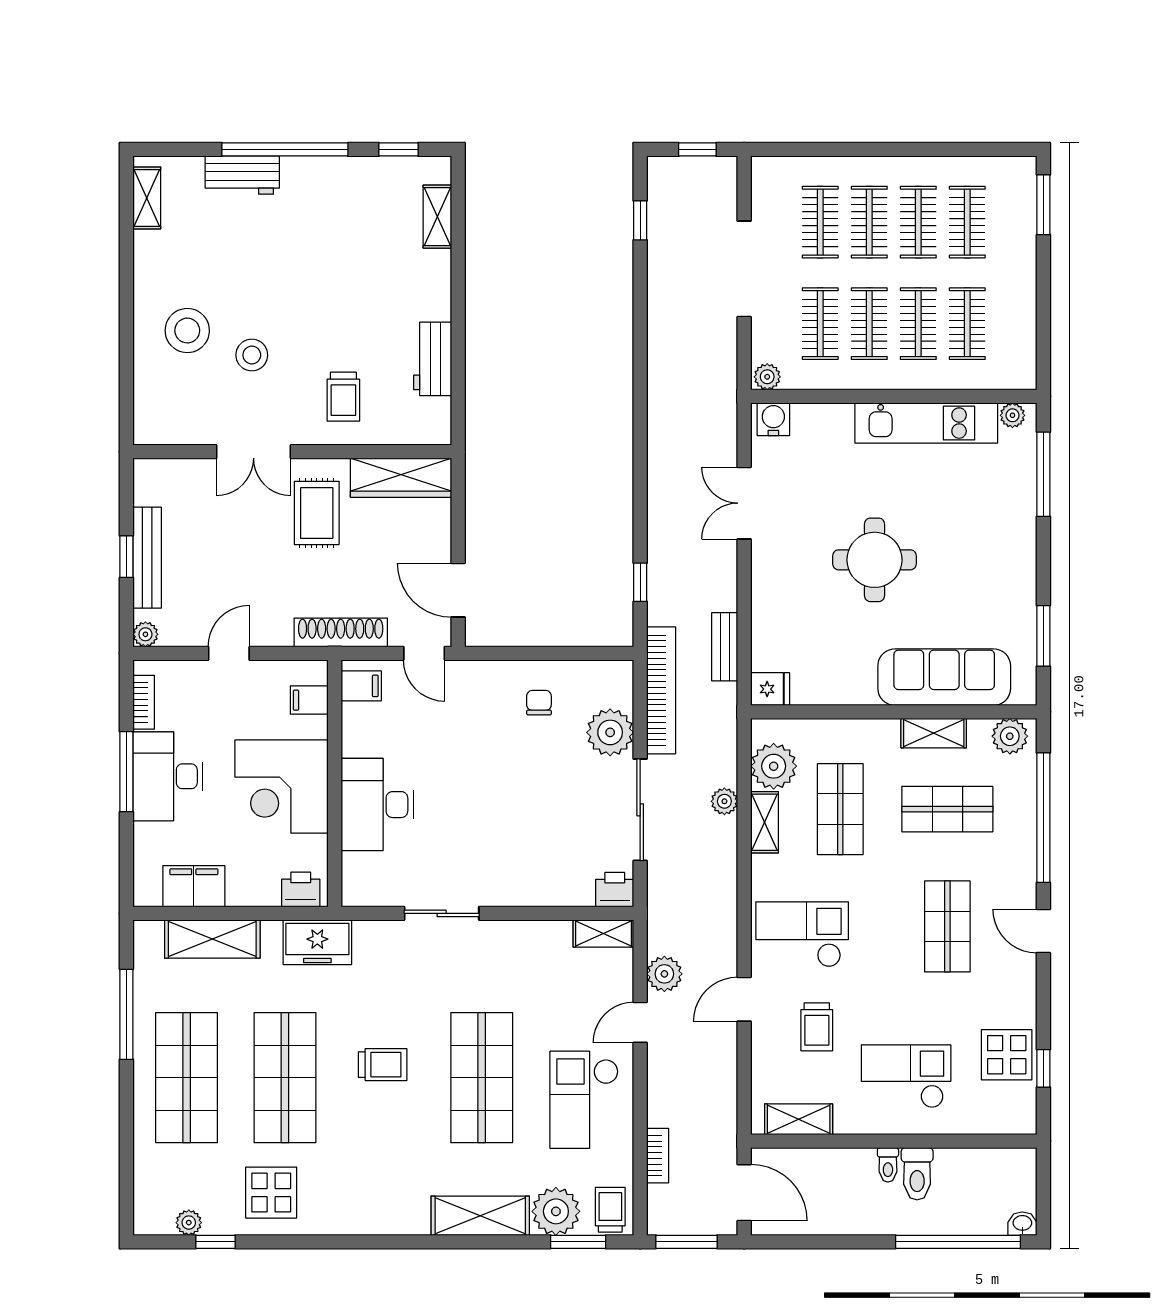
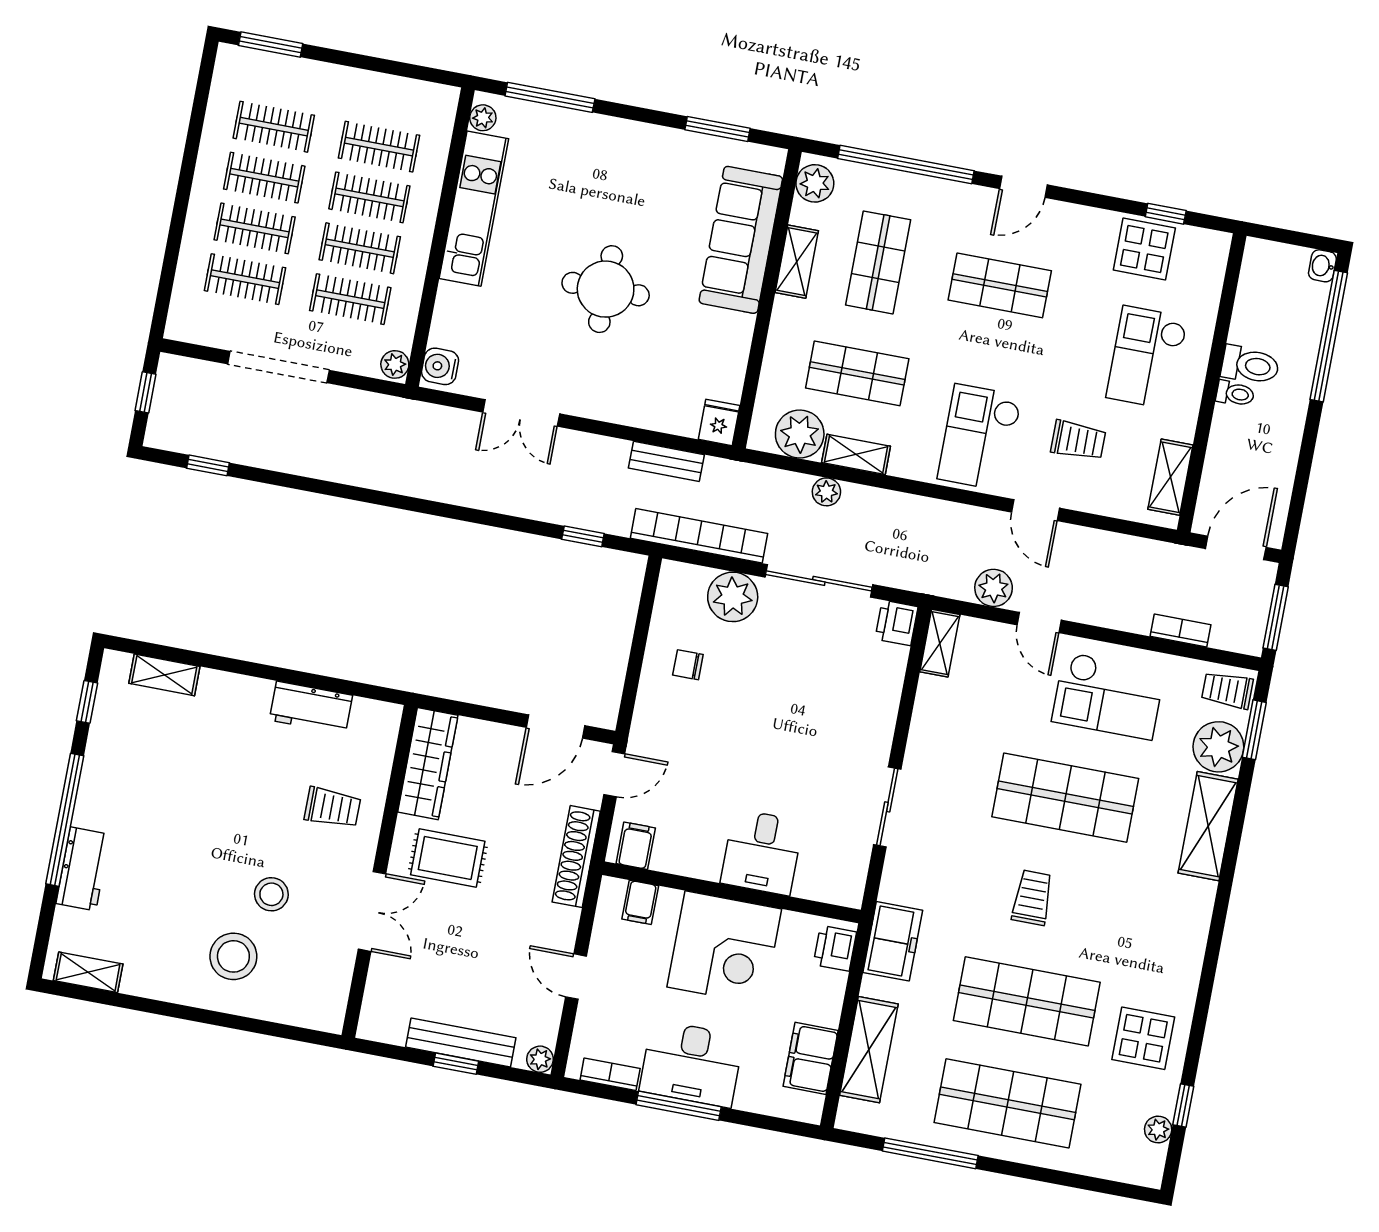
desk: (377, 805) -> (762, 852), width x0.73

